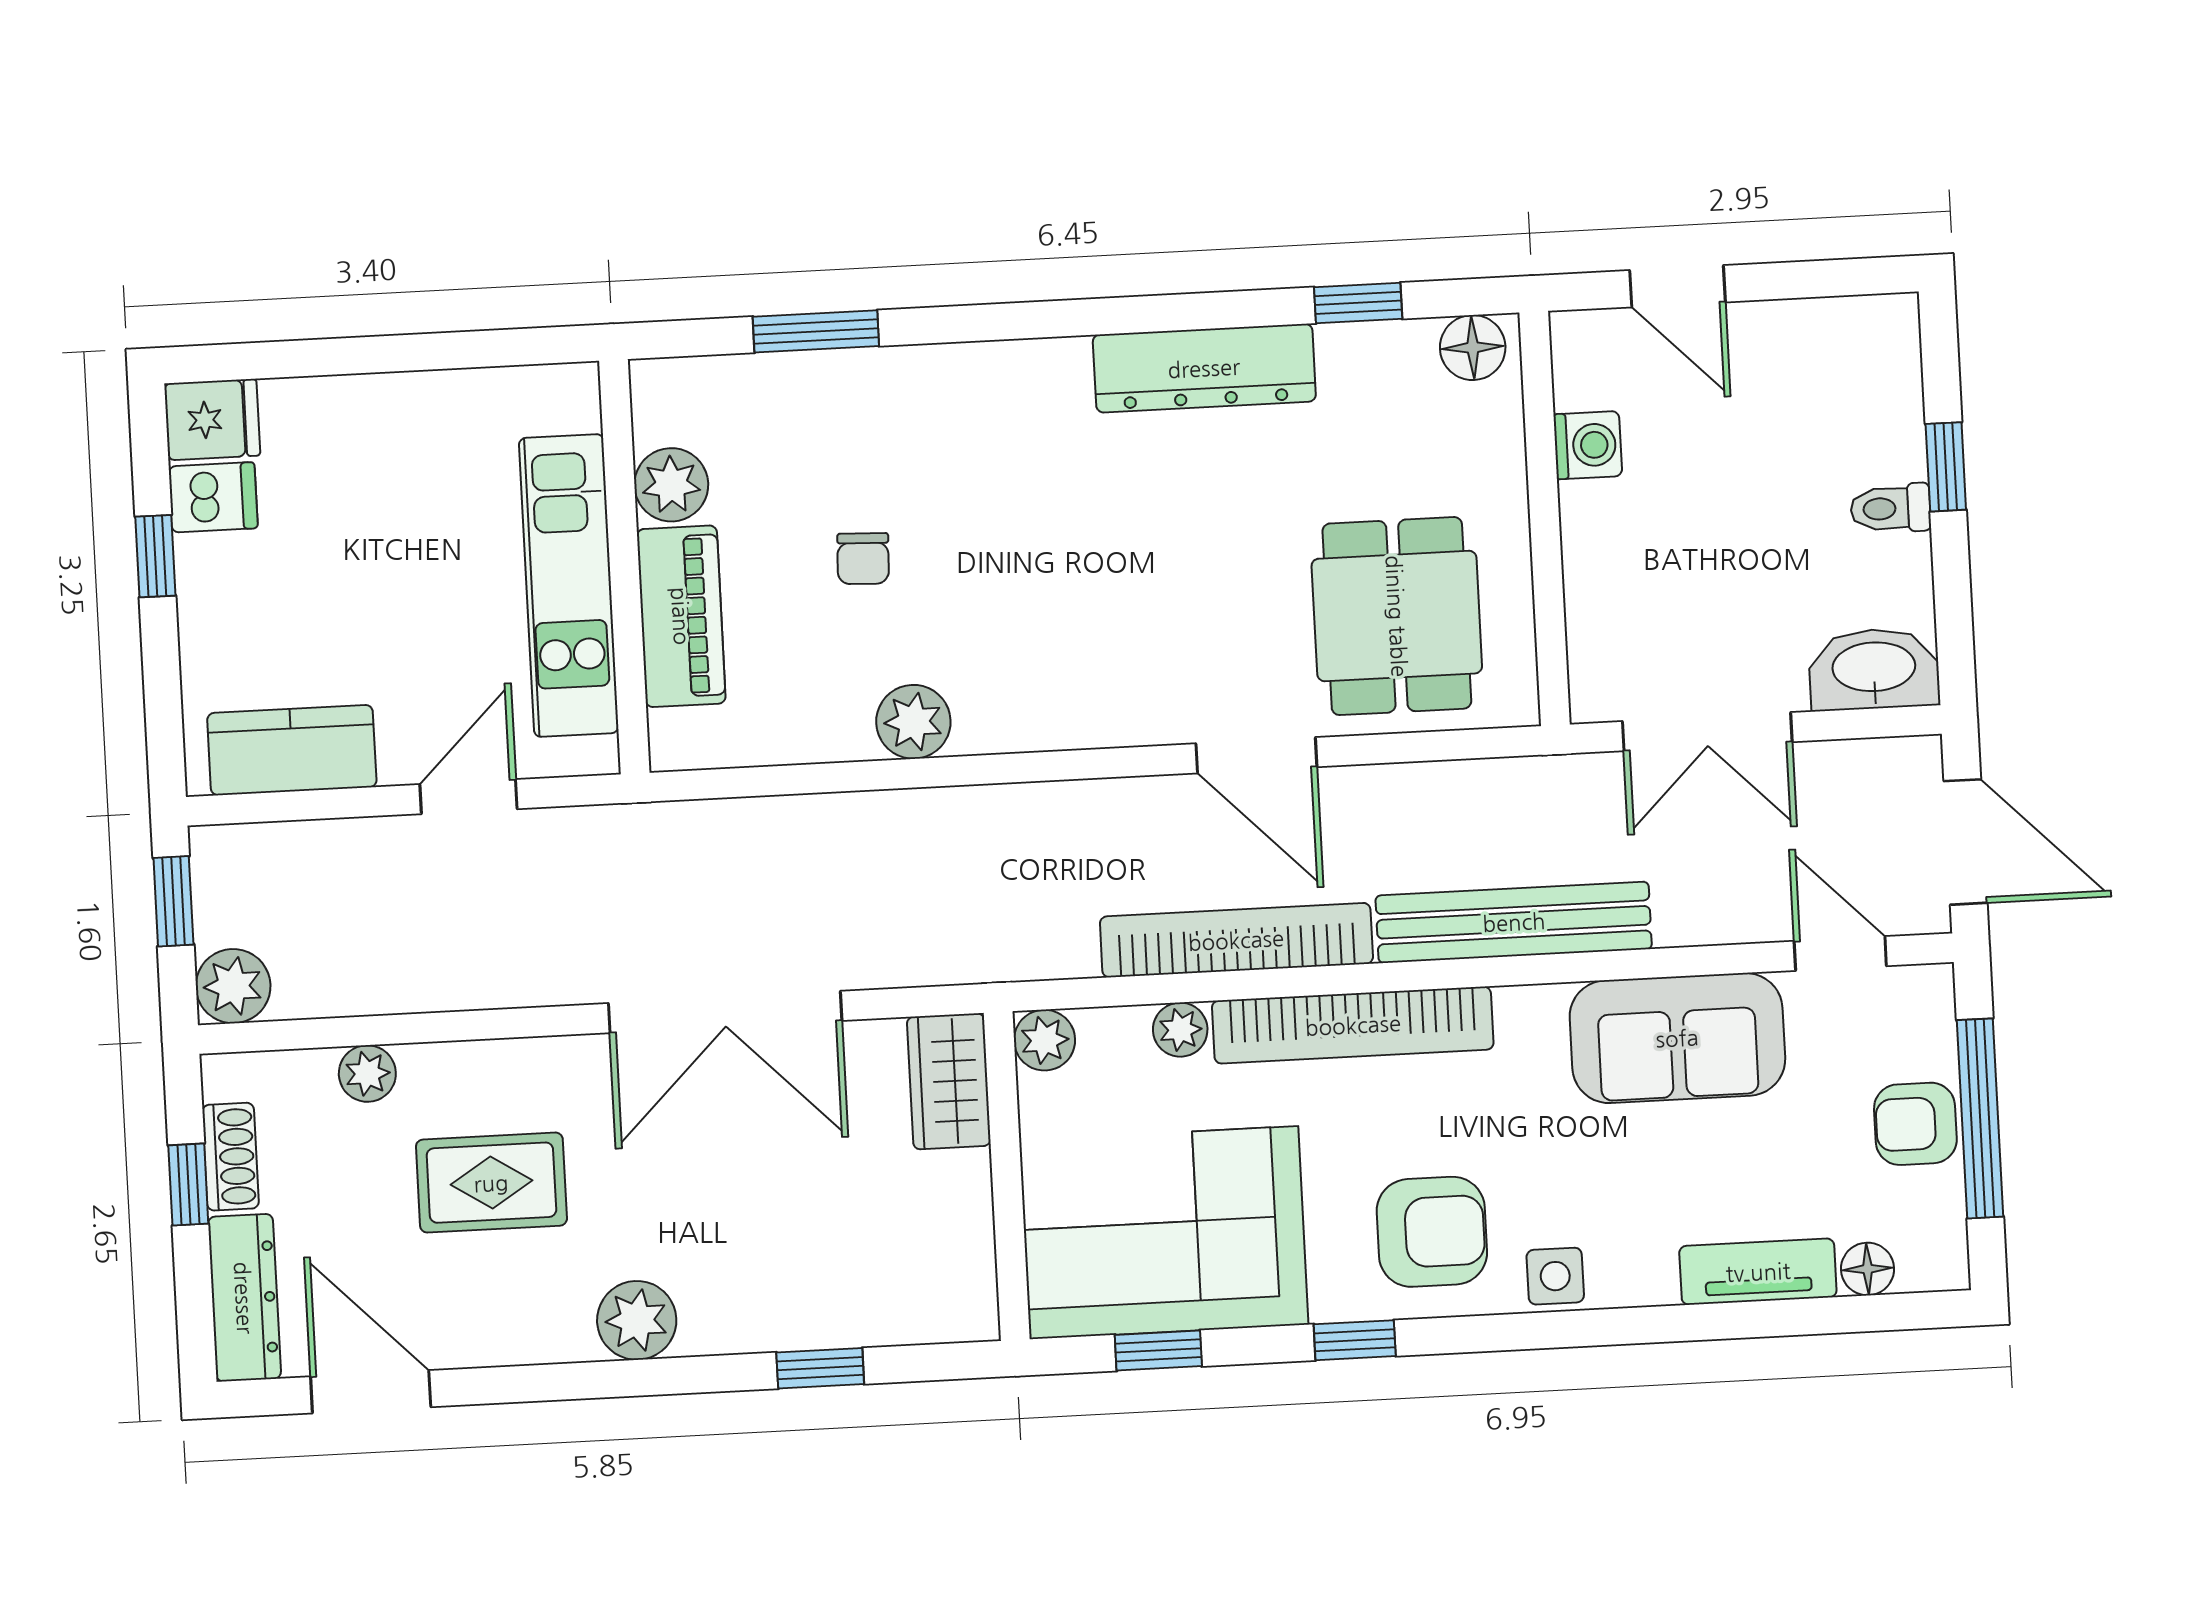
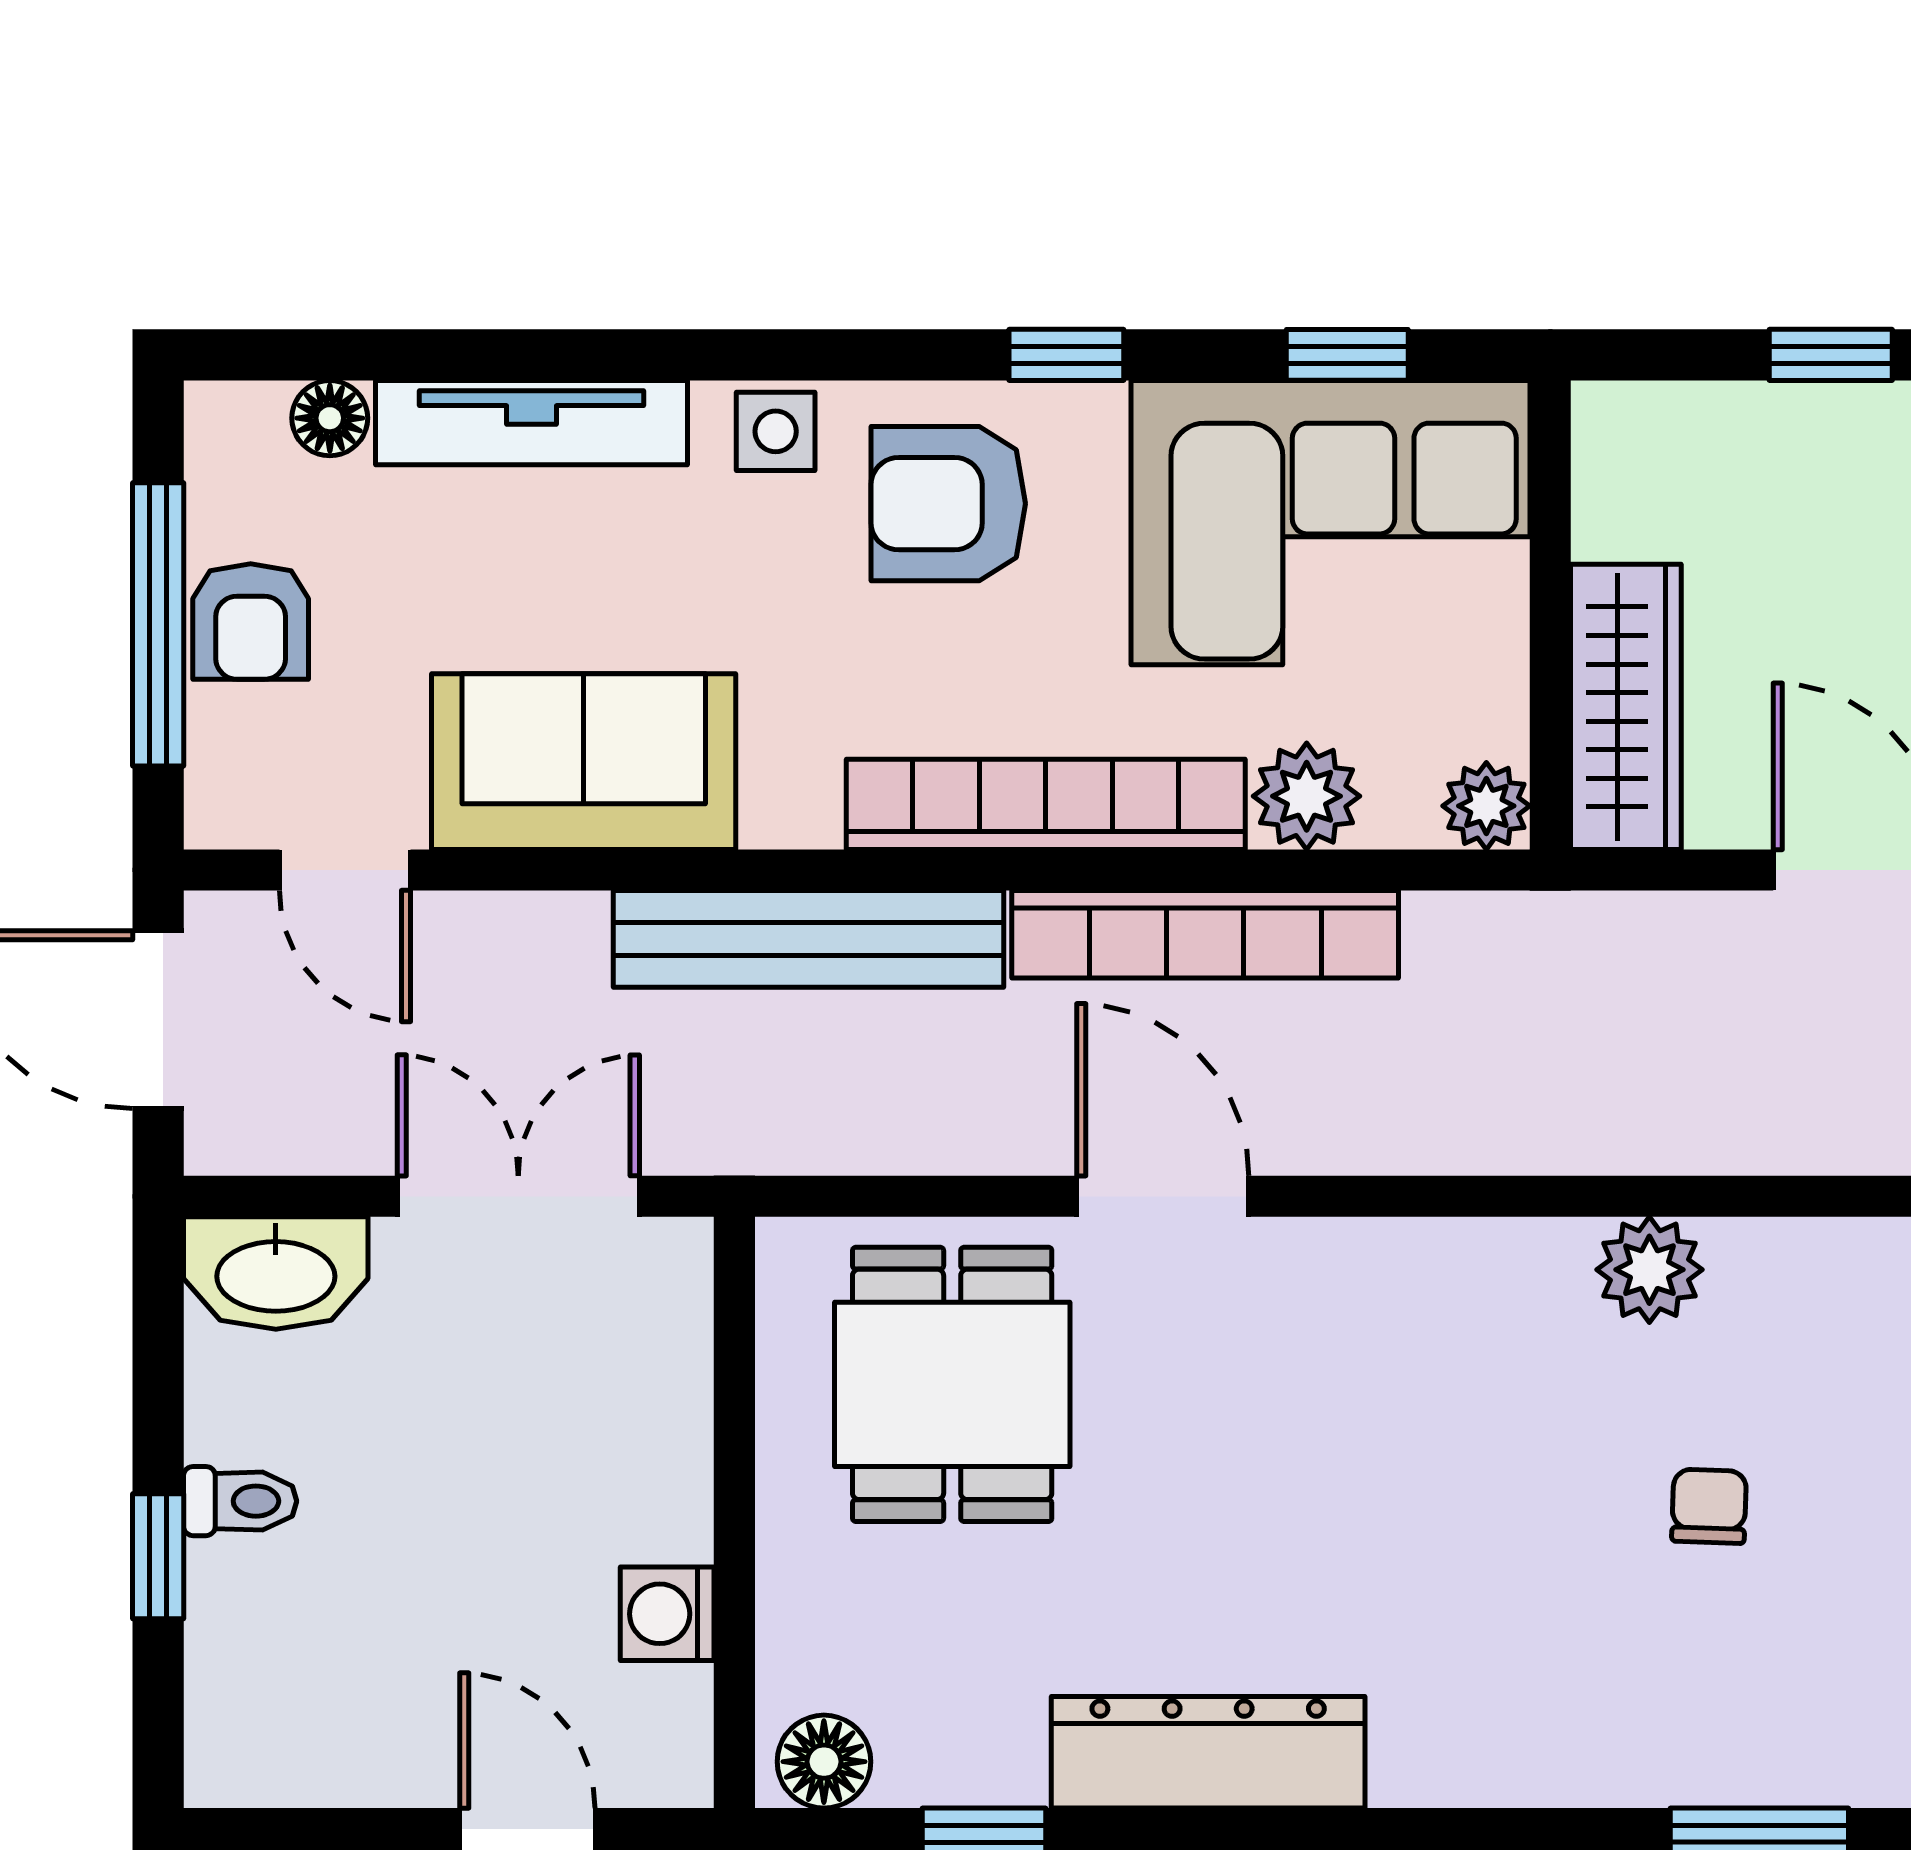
plant: (1180, 1030) -> (1307, 796), width x1.38, depth x1.38
wardrobe: (949, 1081) -> (1626, 707), width x1.50
armchair: (1915, 1124) -> (251, 622), turned 90
tv unit: (1758, 1272) -> (531, 423), width x1.41

